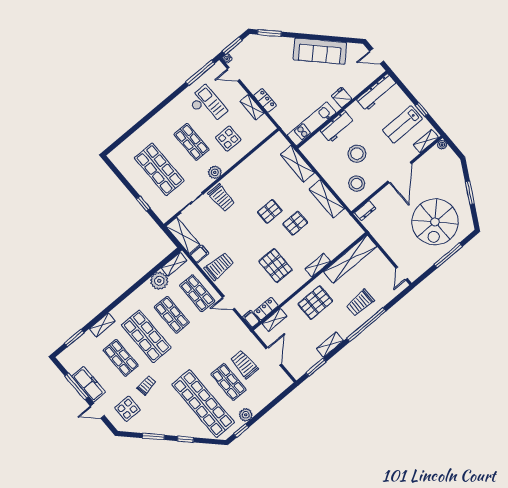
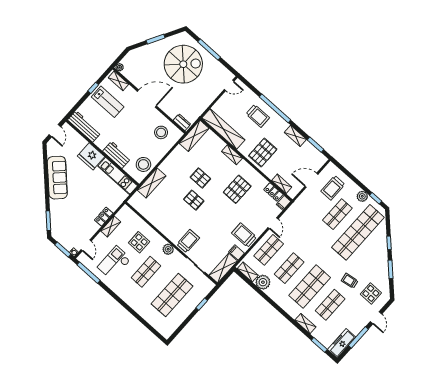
fridge: (342, 97) -> (91, 156), width x1.88, depth x1.34
stool: (357, 154) -> (143, 164), moved
shelving: (327, 199) -> (194, 136), moved
pallet: (315, 303) -> (263, 152), turned 90
trolley: (244, 364) -> (333, 188), moved
freezer: (89, 384) -> (342, 343), moved

